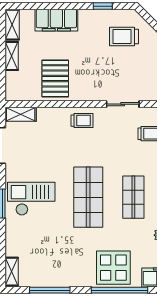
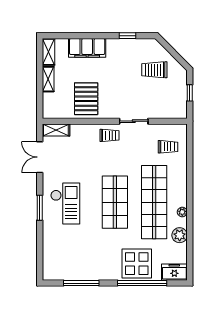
trolley: (124, 37) -> (154, 70), moved
sliding door: (123, 104) -> (134, 121), moved
shop shelf: (133, 197) -> (154, 202), width x2.00, depth x1.36
checkout: (31, 199) -> (65, 204), turned 90
shelving: (12, 272) -> (48, 267), removed

